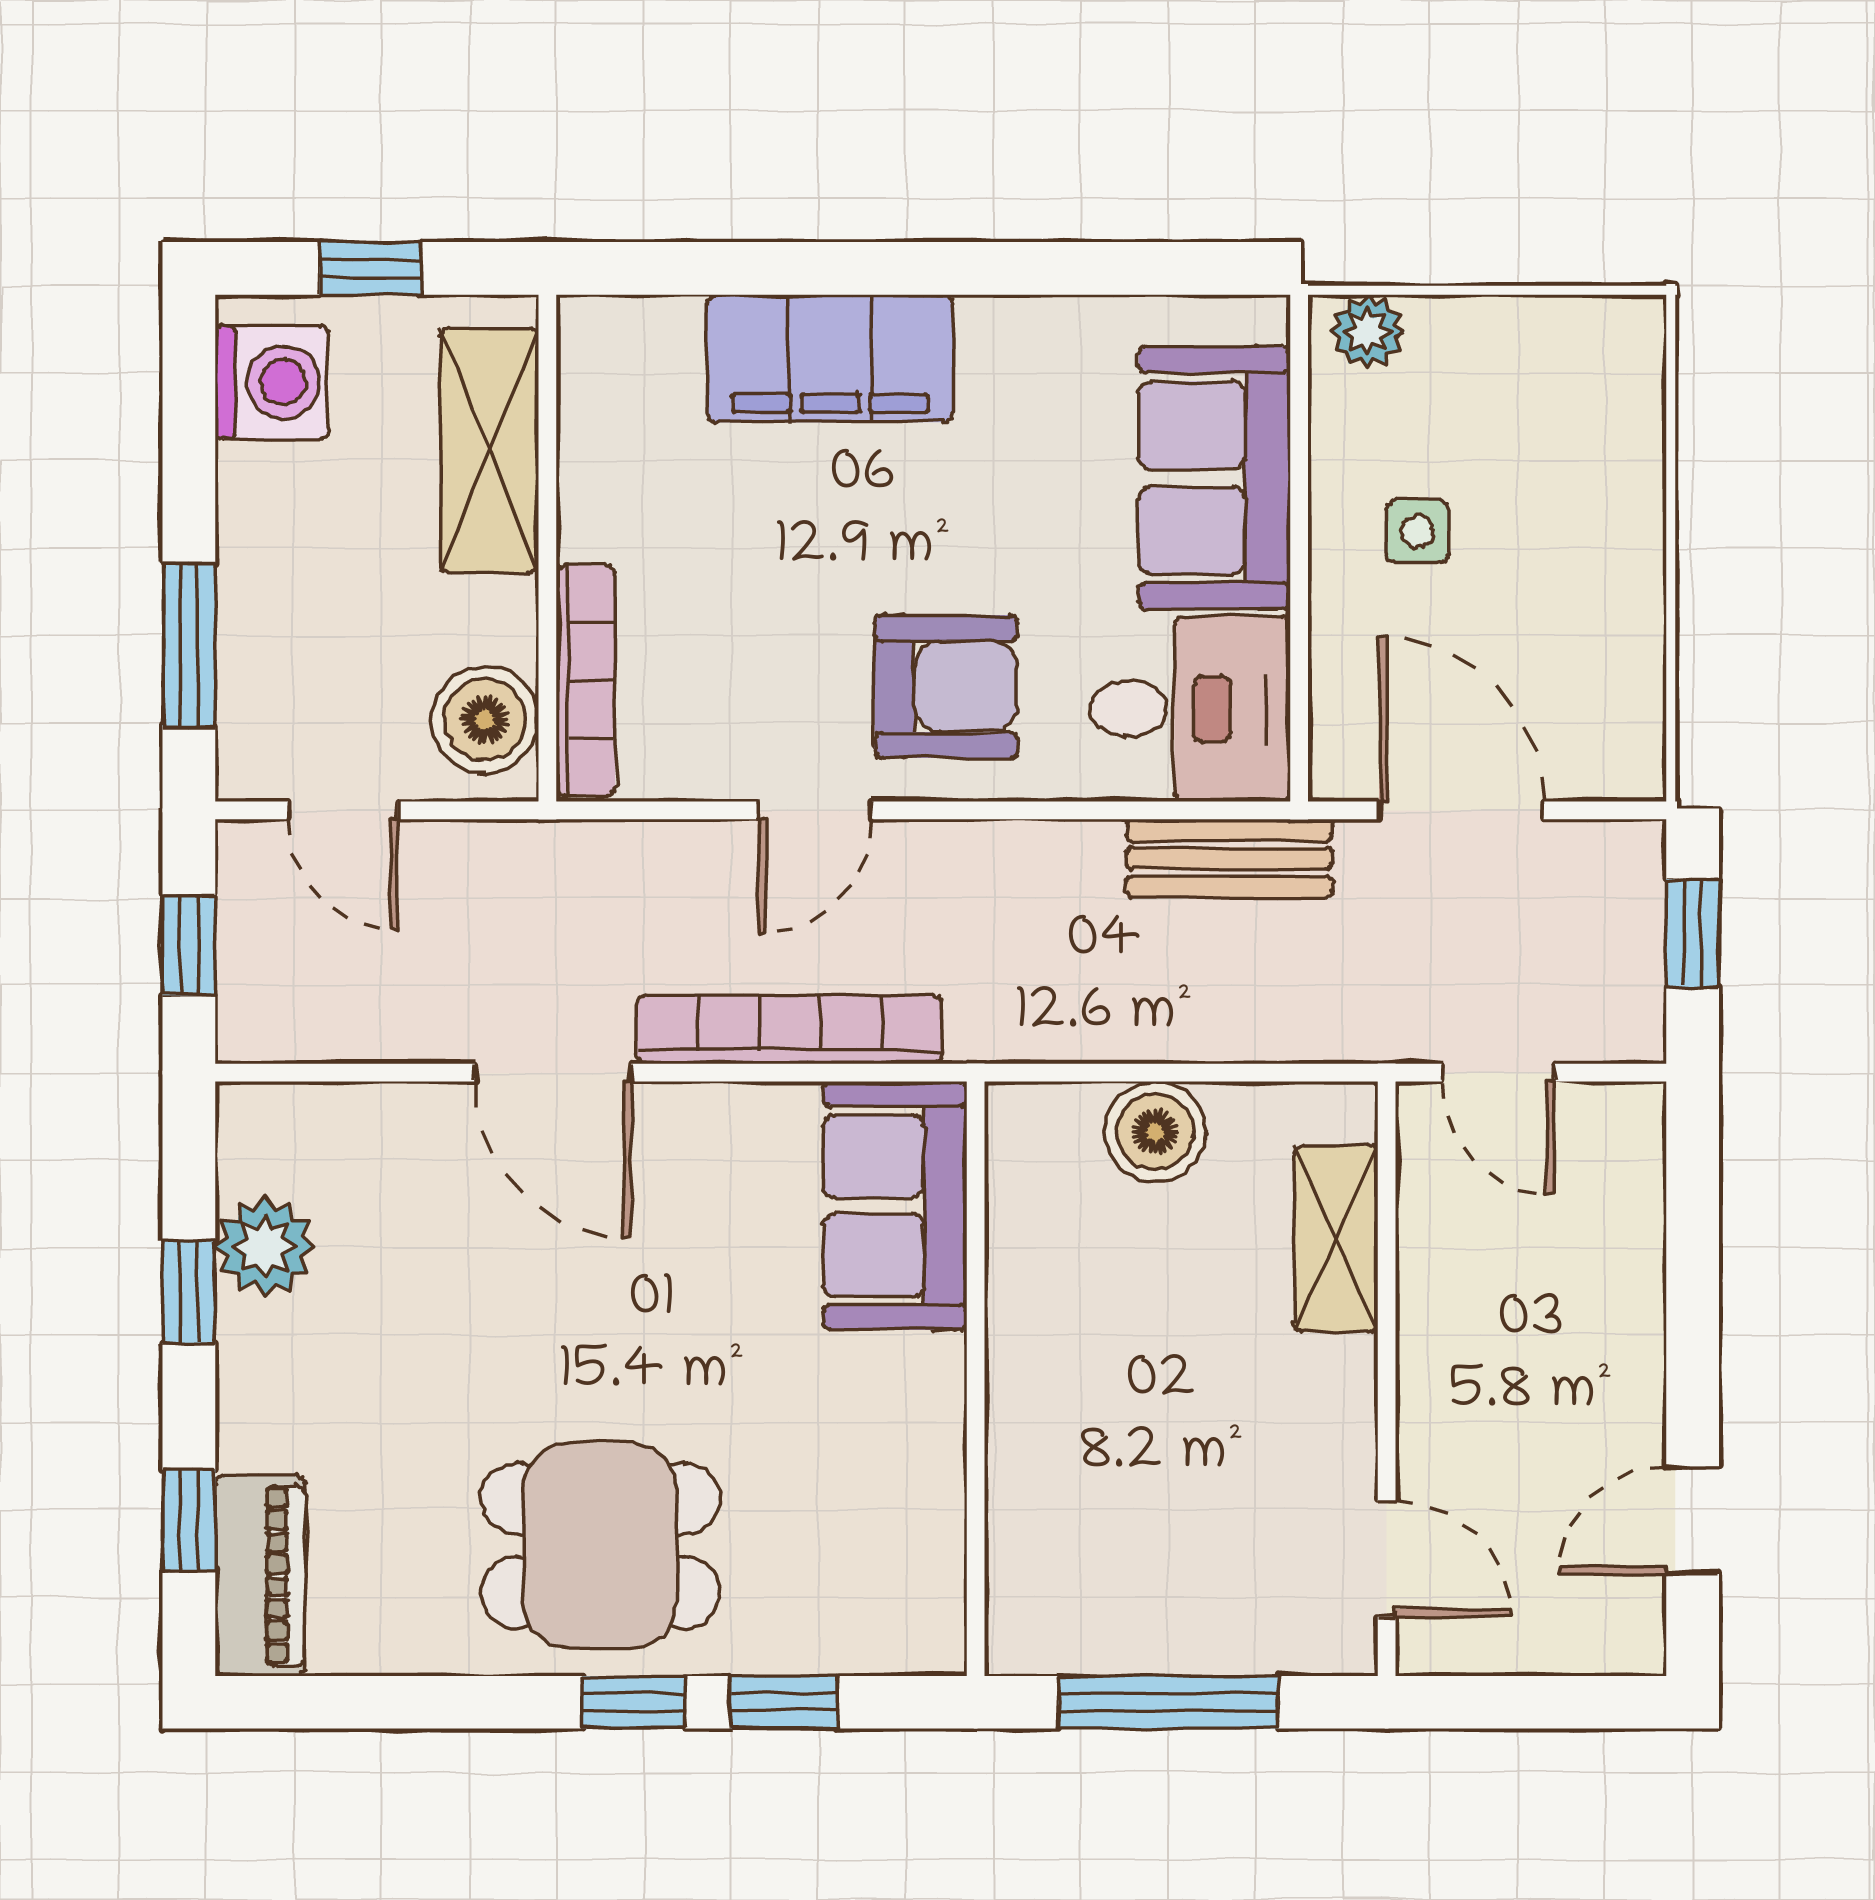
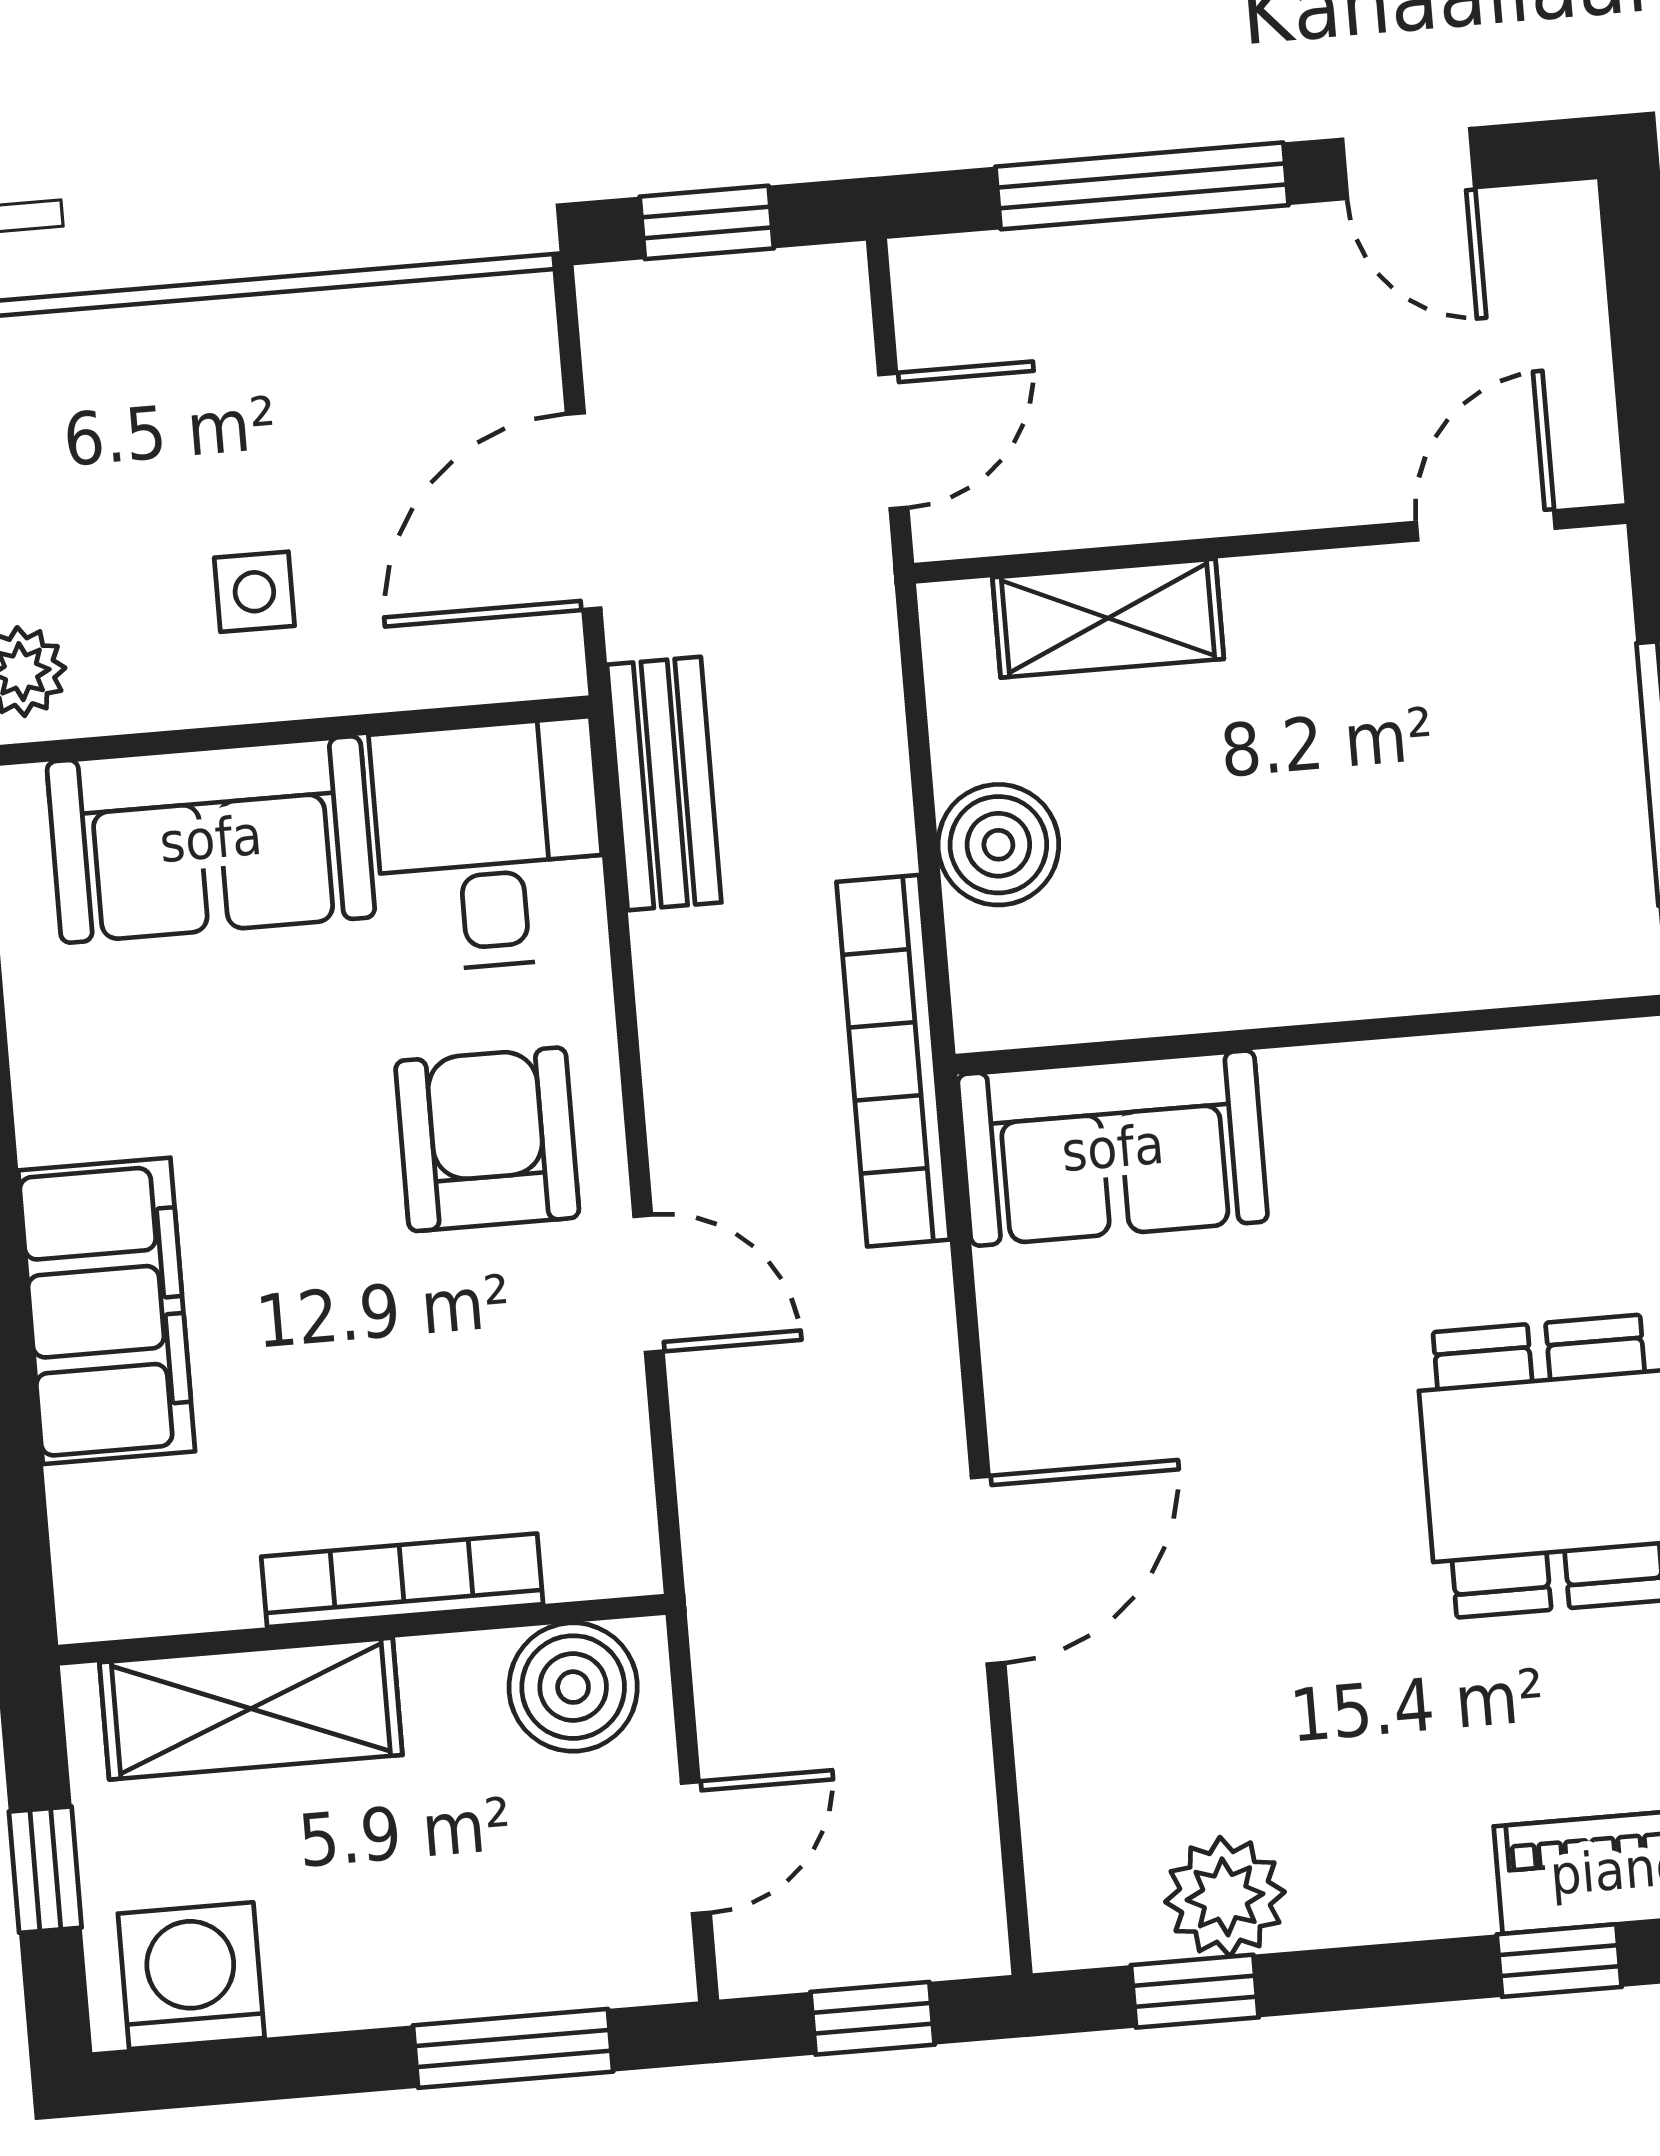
bookcase: (586, 681) -> (402, 1580), moved
bookcase: (790, 1029) -> (893, 1061), moved
window: (189, 1292) -> (1195, 1991), moved
window: (1693, 1297) -> (1142, 186), added

